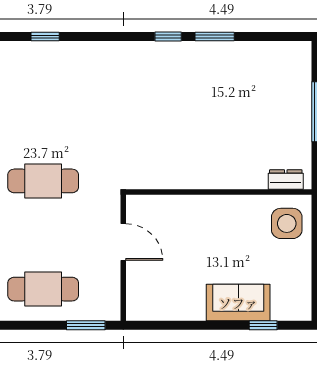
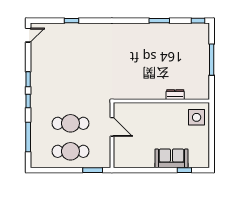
window: (168, 37) -> (198, 21), moved
dresser: (286, 179) -> (175, 95), moved
cafe table: (43, 181) -> (70, 123), moved

